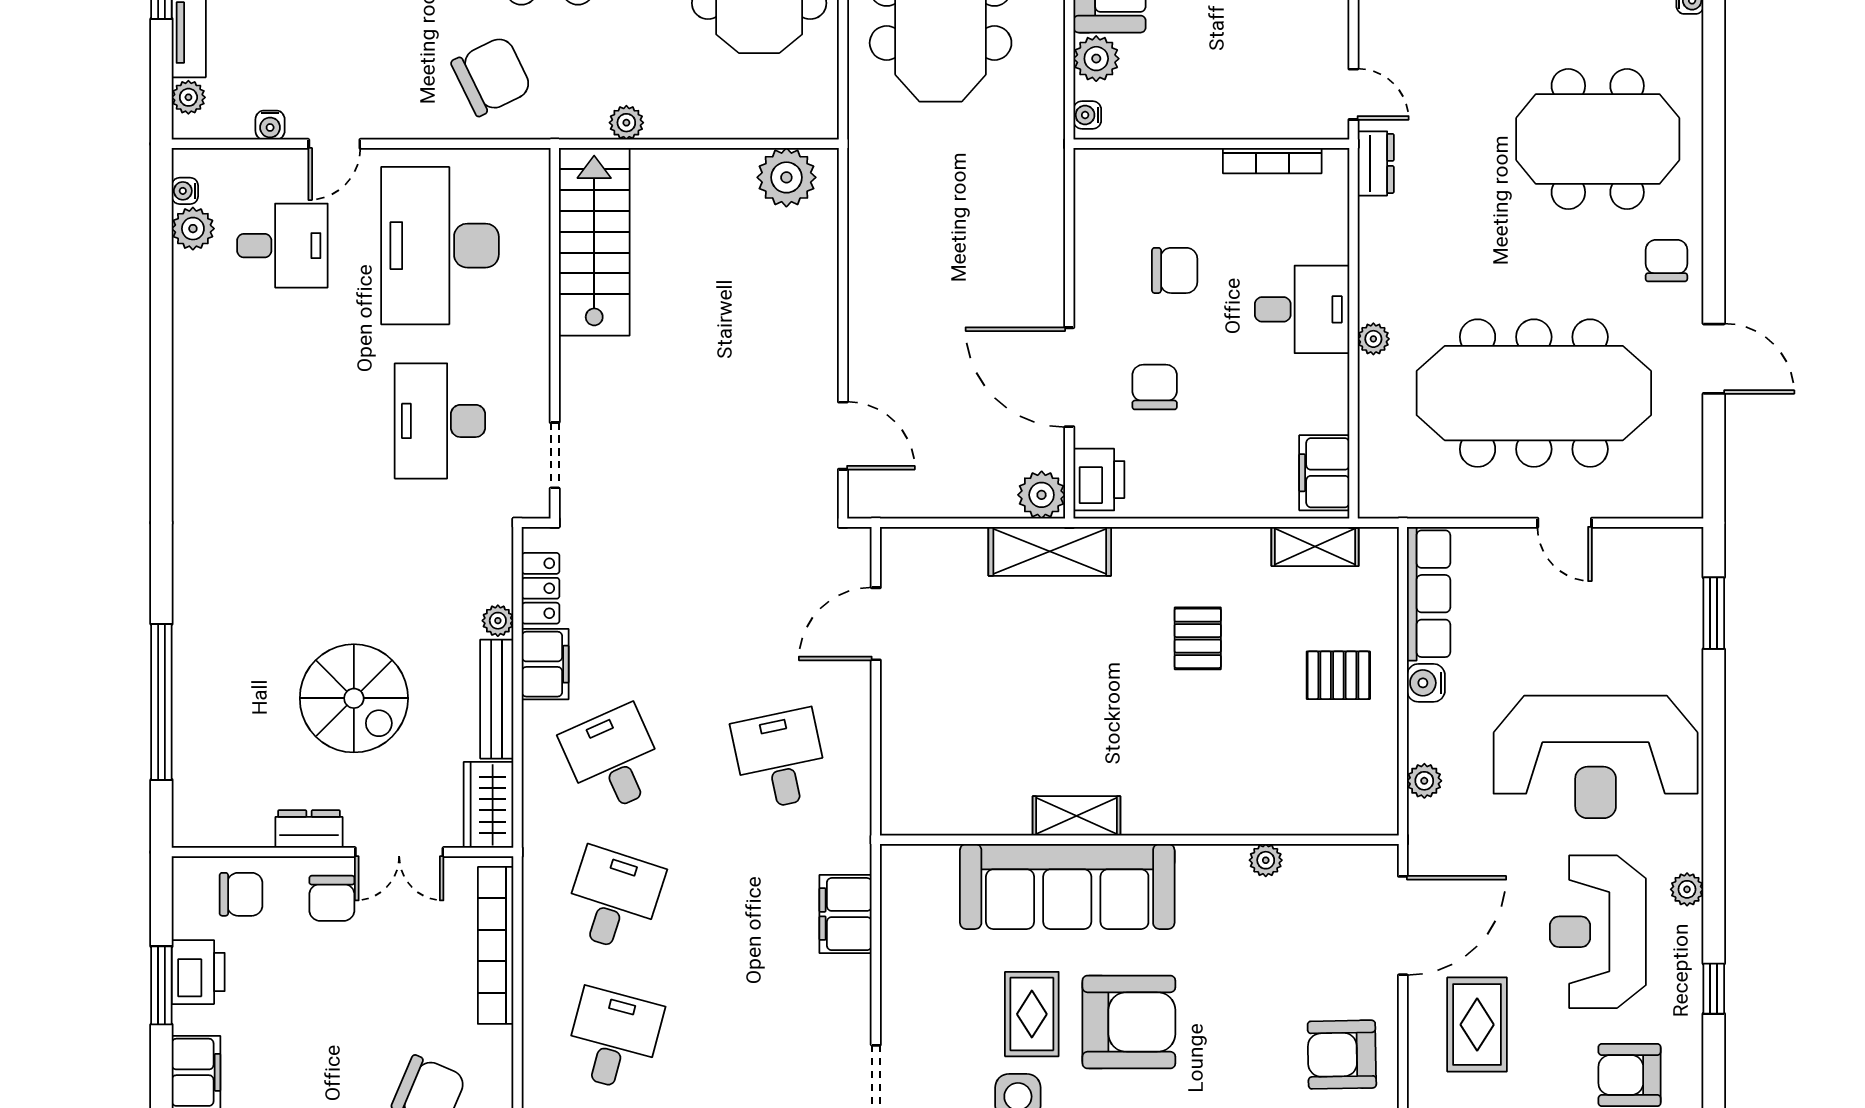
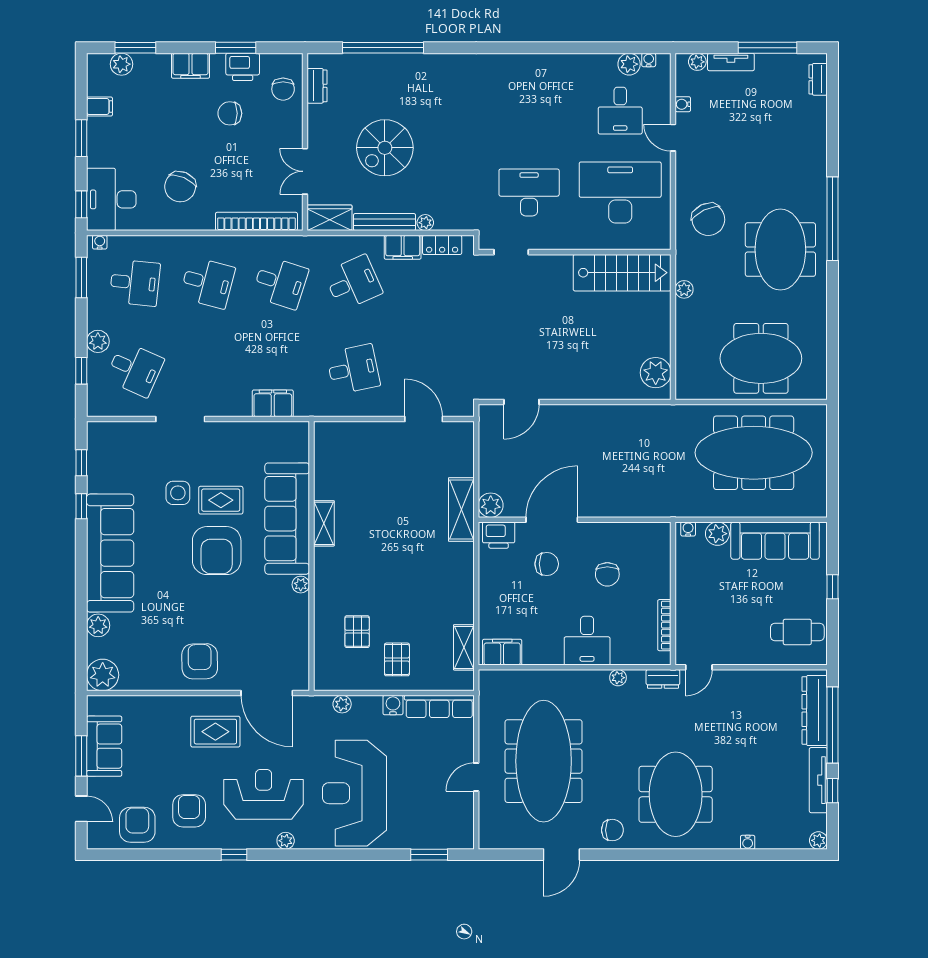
plant: (1373, 339) -> (618, 678), moved
pallet: (1198, 638) -> (357, 632), moved, turned 90
dresser: (309, 829) -> (317, 86), moved
plant: (1266, 860) -> (301, 585), moved
chair: (332, 898) -> (230, 113), moved

